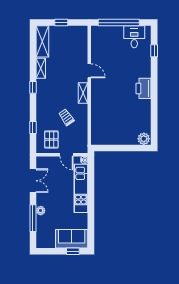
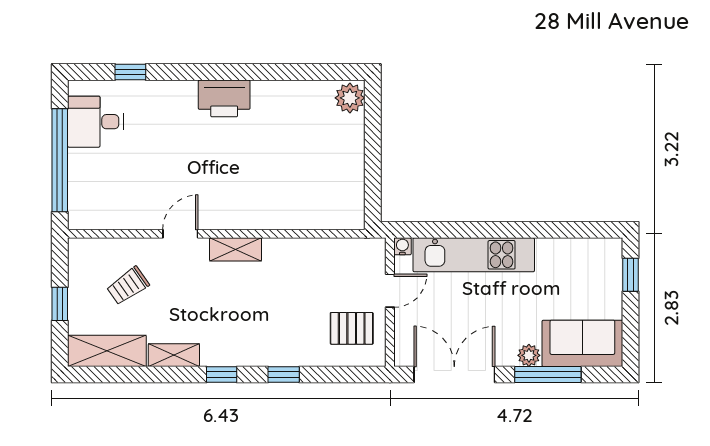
trolley: (66, 117) -> (128, 286), moved
window: (33, 127) -> (284, 374), moved
double door: (33, 181) -> (454, 374), width x1.37
sofa: (72, 239) -> (582, 343), moved, turned 90

